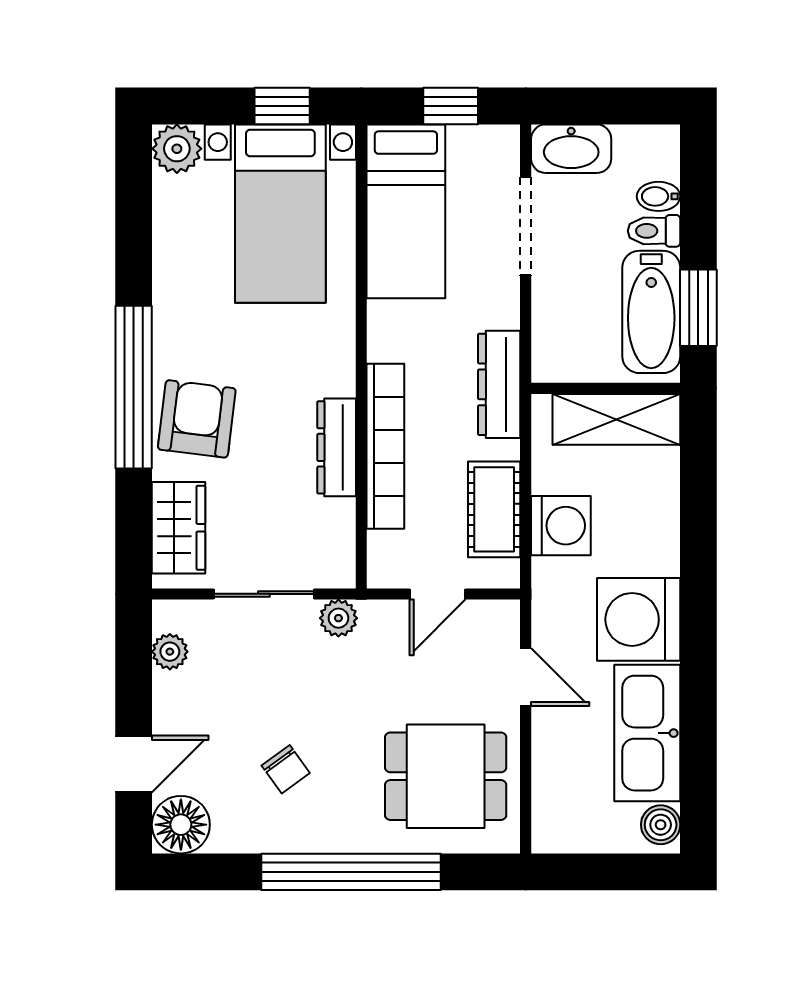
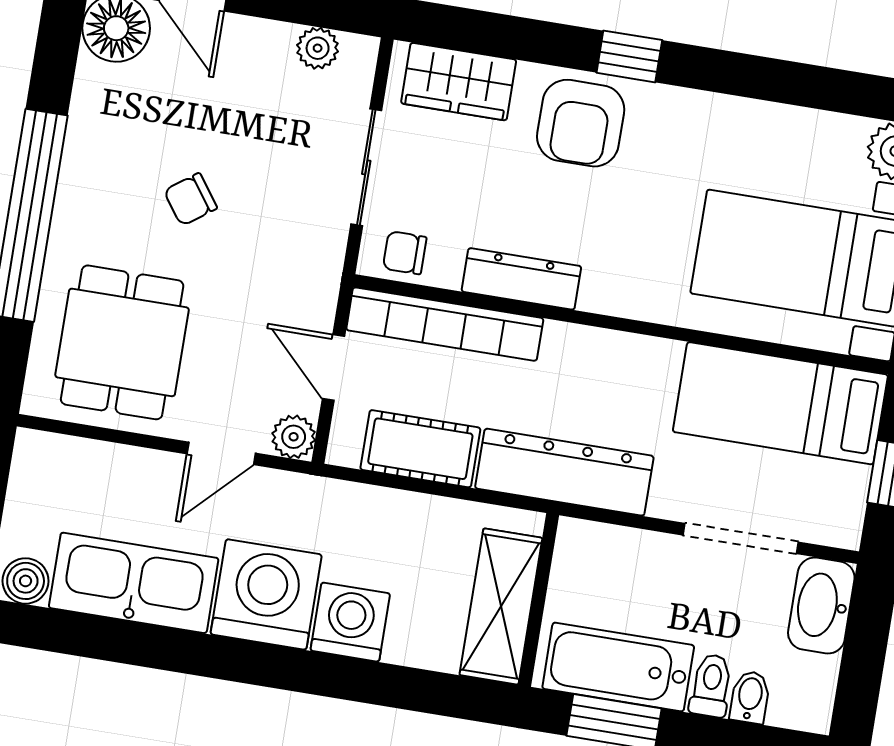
dresser: (499, 384) -> (564, 472), width x1.37, depth x1.24
window: (134, 387) -> (629, 56), width x0.32
armchair: (197, 419) -> (581, 123), turned 83
bookcase: (385, 446) -> (445, 324), moved
washing machine: (561, 526) -> (350, 622), moved, turned 180
chair: (331, 550) -> (405, 253), added
plant: (338, 618) -> (294, 437), moved
chair: (286, 769) -> (190, 199), moved

